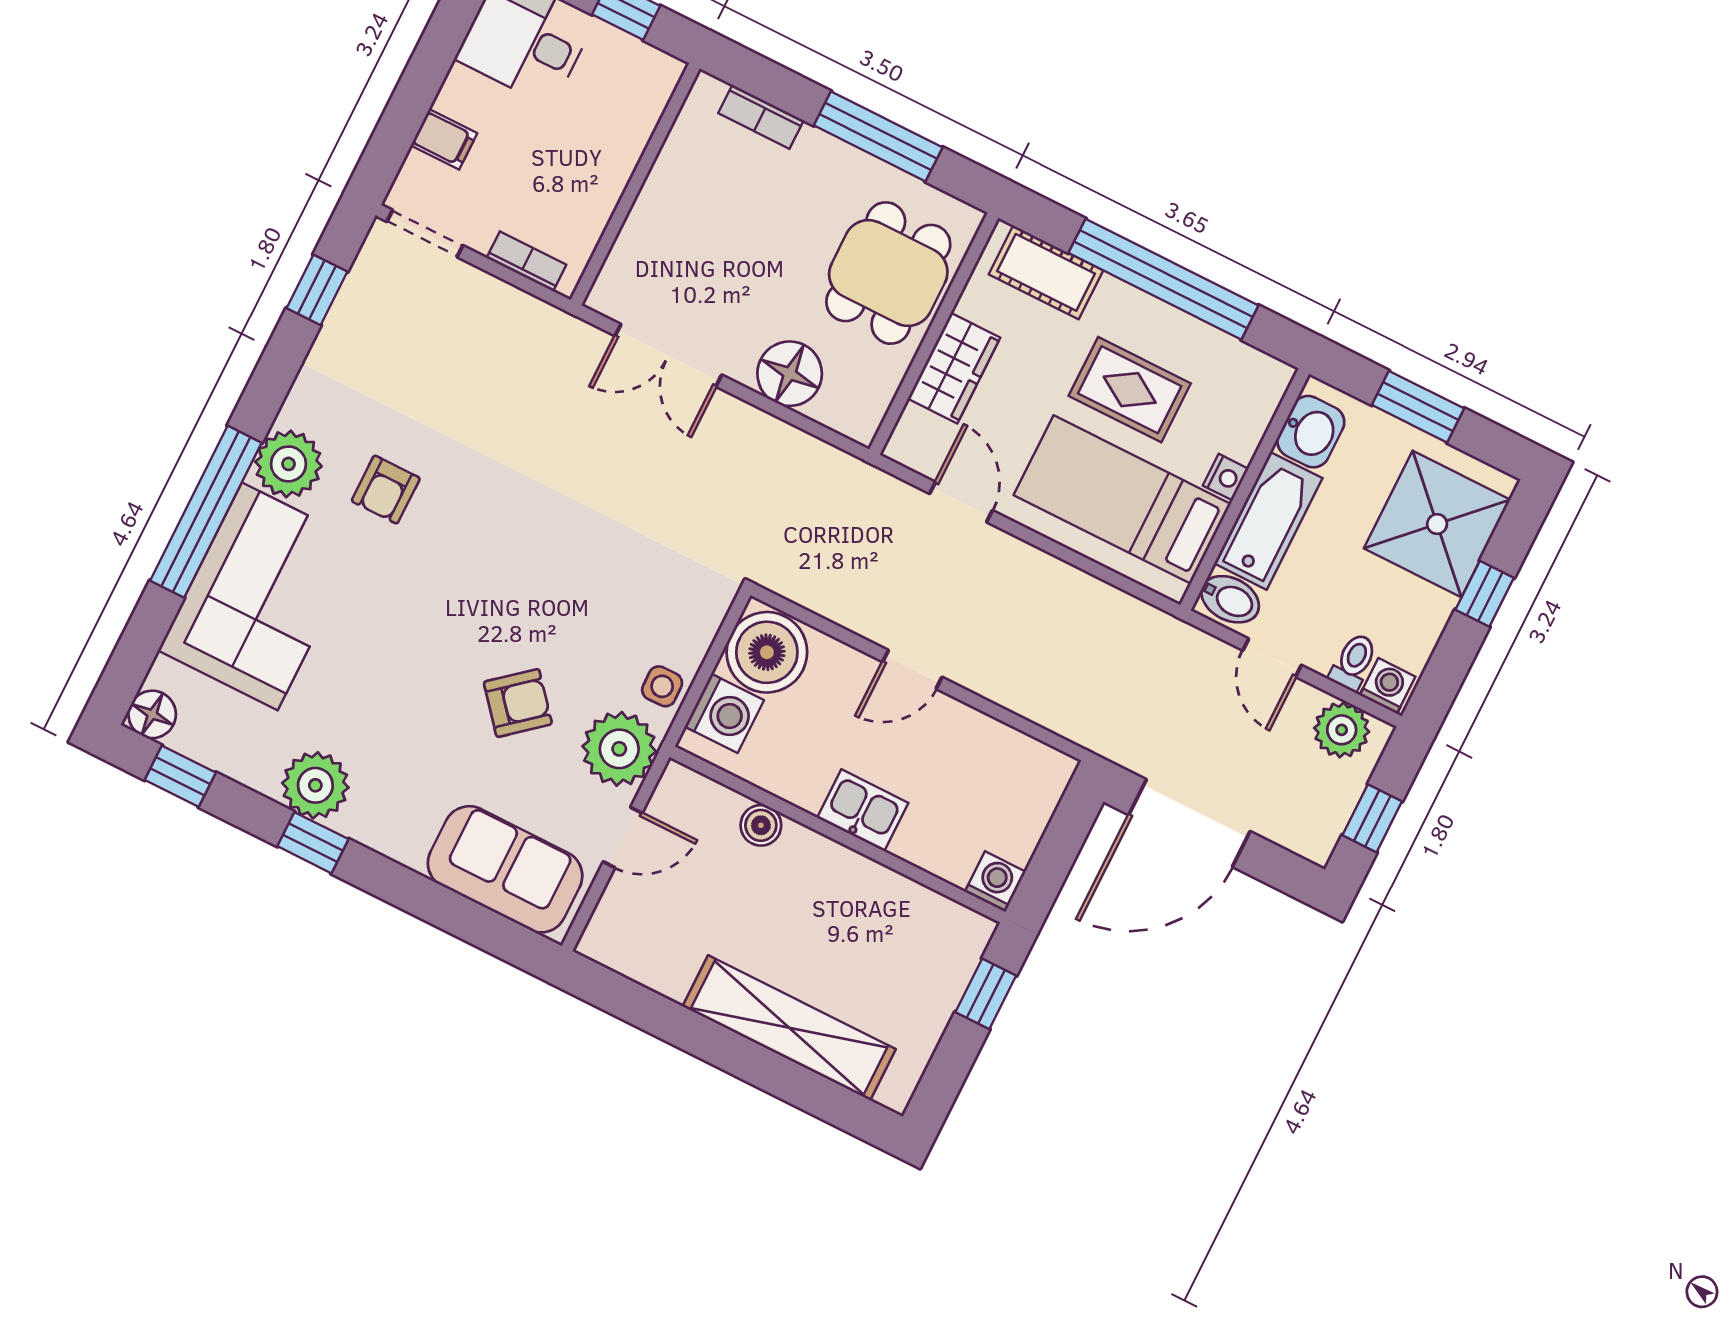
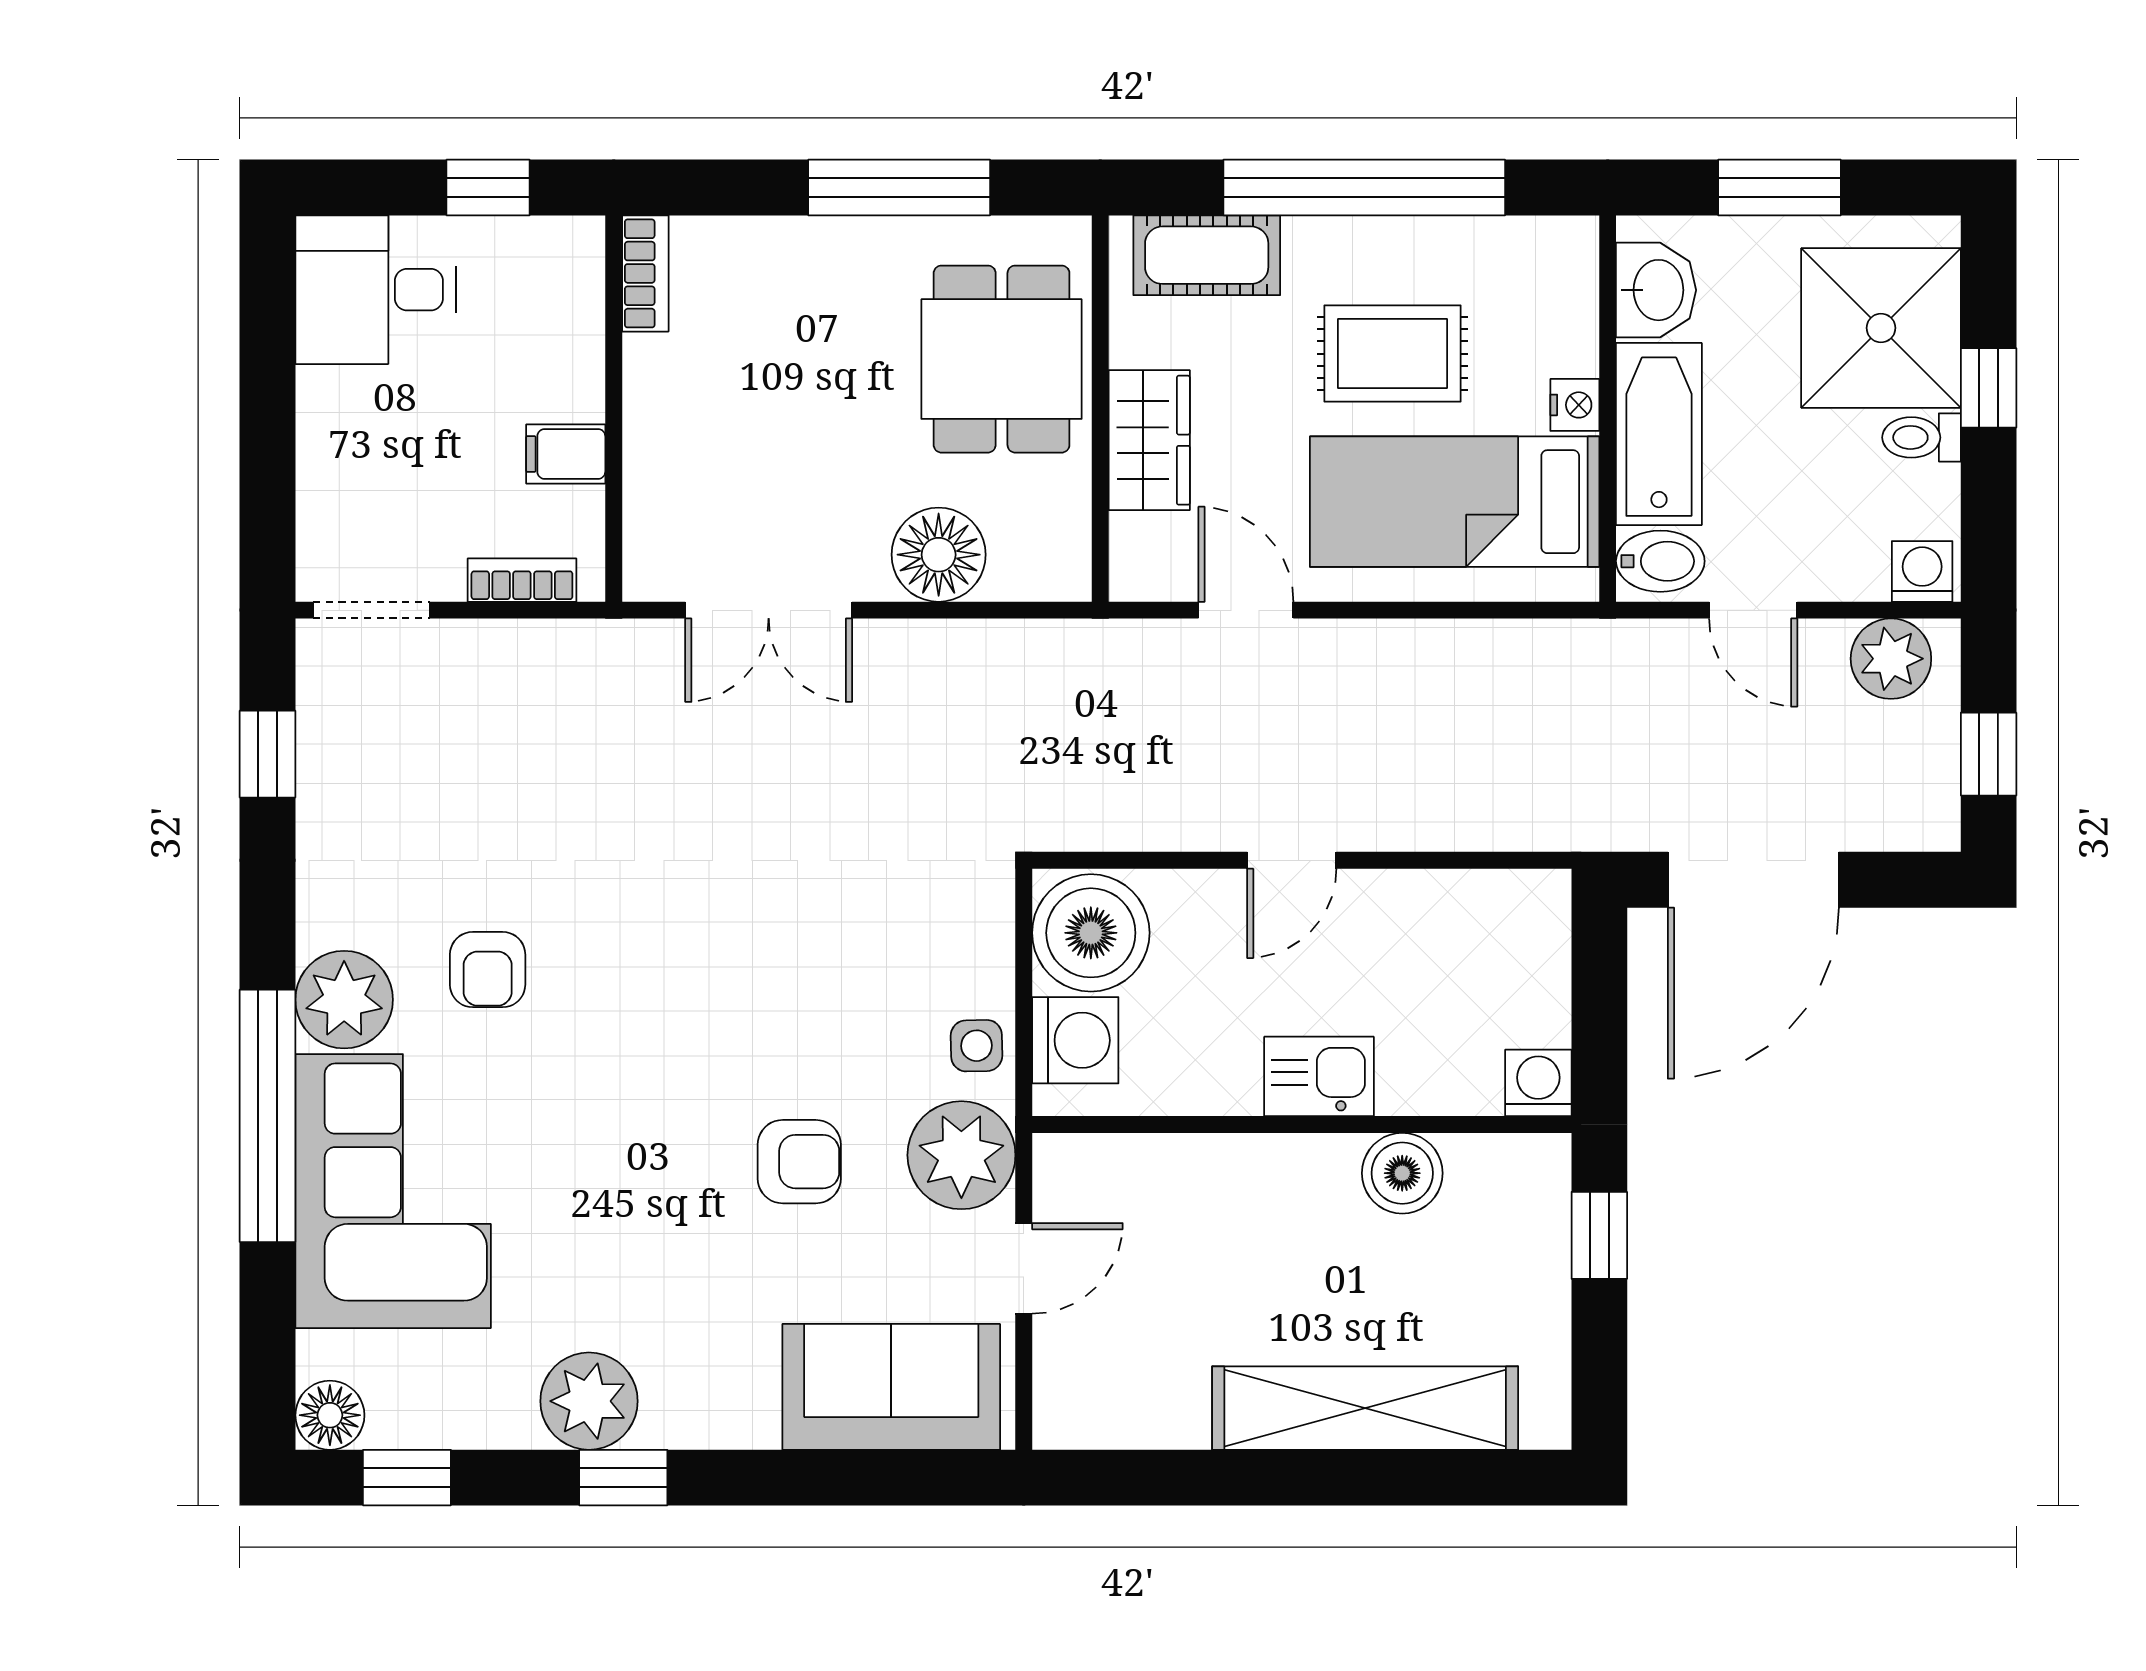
bookcase: (761, 117) -> (645, 273), moved, turned -90
filing cabinet: (444, 139) -> (566, 454), moved, turned 180
toilet: (1353, 662) -> (1921, 437), moved, turned -90
armchair: (518, 703) -> (799, 1162), turned 40
boiler: (761, 825) -> (1402, 1173), moved, width x1.36, depth x1.36

